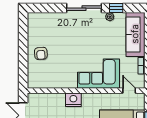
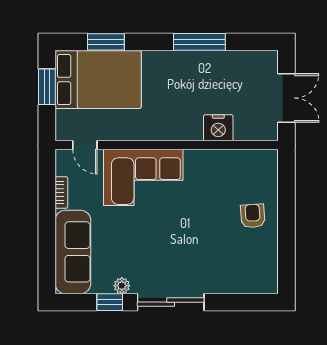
nightstand: (73, 100) -> (218, 128), moved

